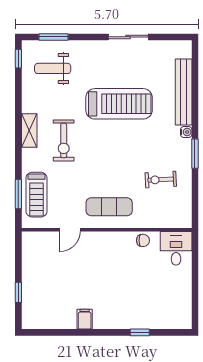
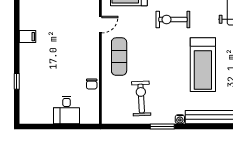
exercise bike: (161, 180) -> (141, 99), width x1.38, depth x1.39
door: (70, 230) -> (100, 25), swing flipped
desk: (176, 248) -> (67, 110), moved, turned 90

